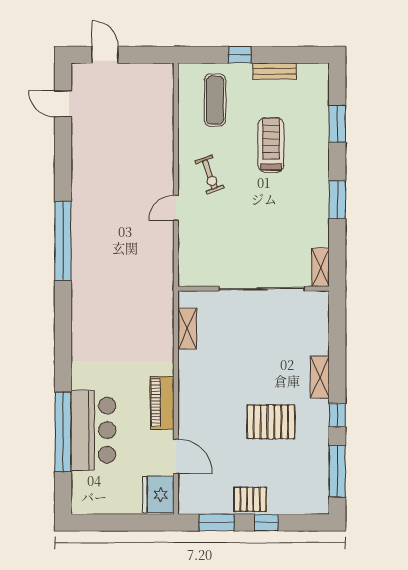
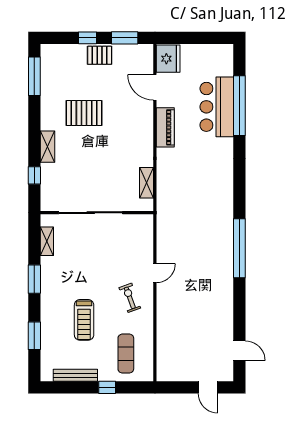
bench: (275, 71) -> (75, 375), width x1.36
shelving: (320, 267) -> (47, 241), moved
window: (337, 415) -> (34, 175), moved

